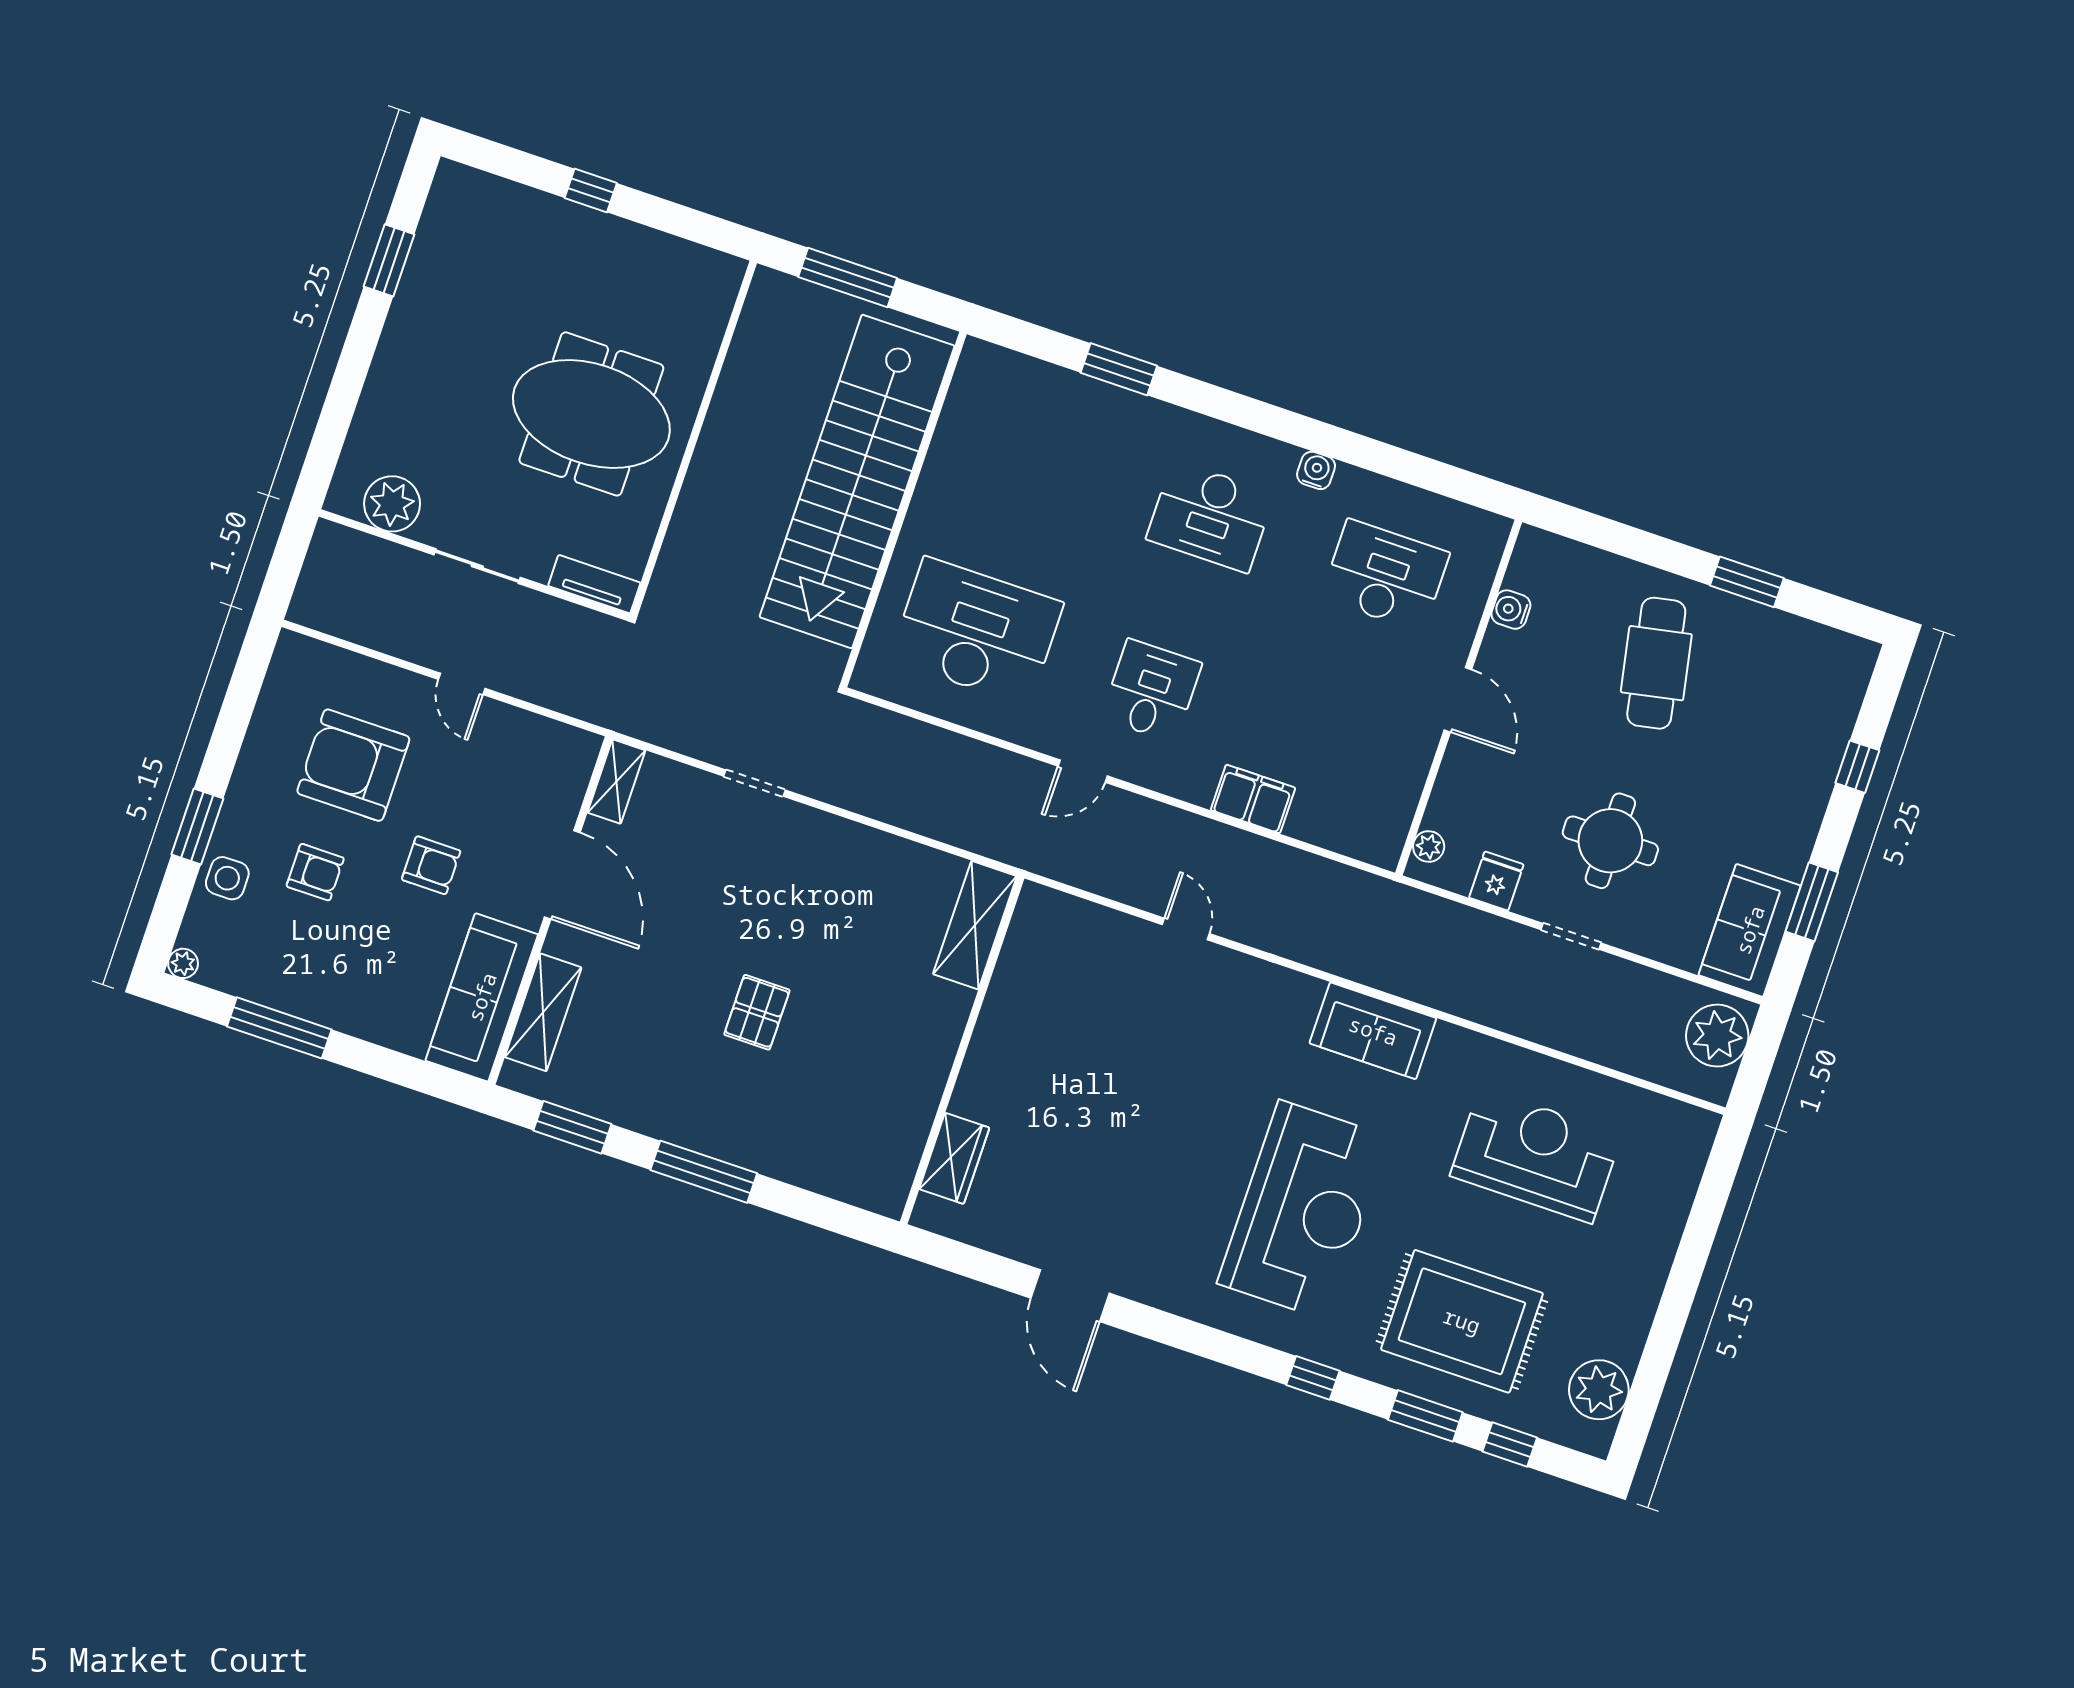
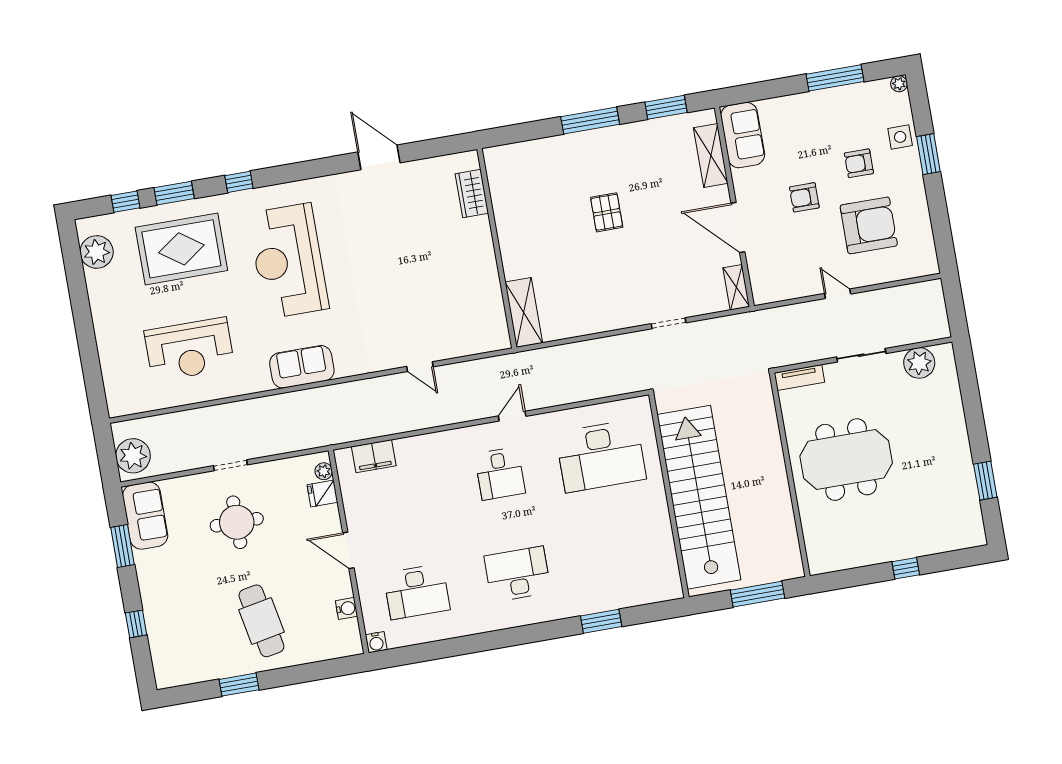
water cooler: (1316, 470) -> (376, 642), moved
filing cabinet: (1253, 799) -> (374, 456), moved
fridge: (1496, 881) -> (322, 494), moved, turned 90
sofa: (482, 997) -> (743, 135), width x0.73

